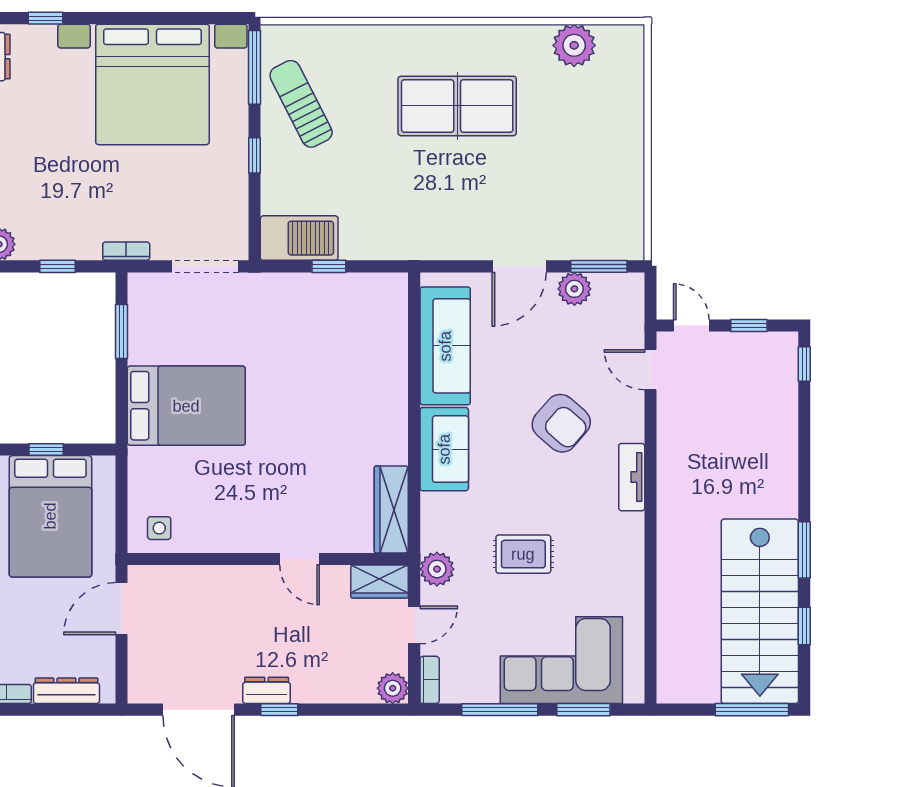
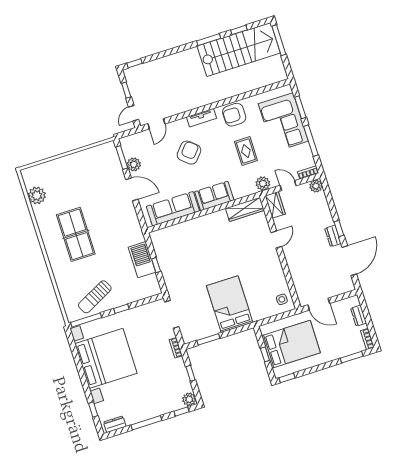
barbecue: (299, 238) -> (142, 260), moved
armchair: (615, 554) -> (234, 115), added
dresser: (66, 691) -> (359, 316), width x0.70

